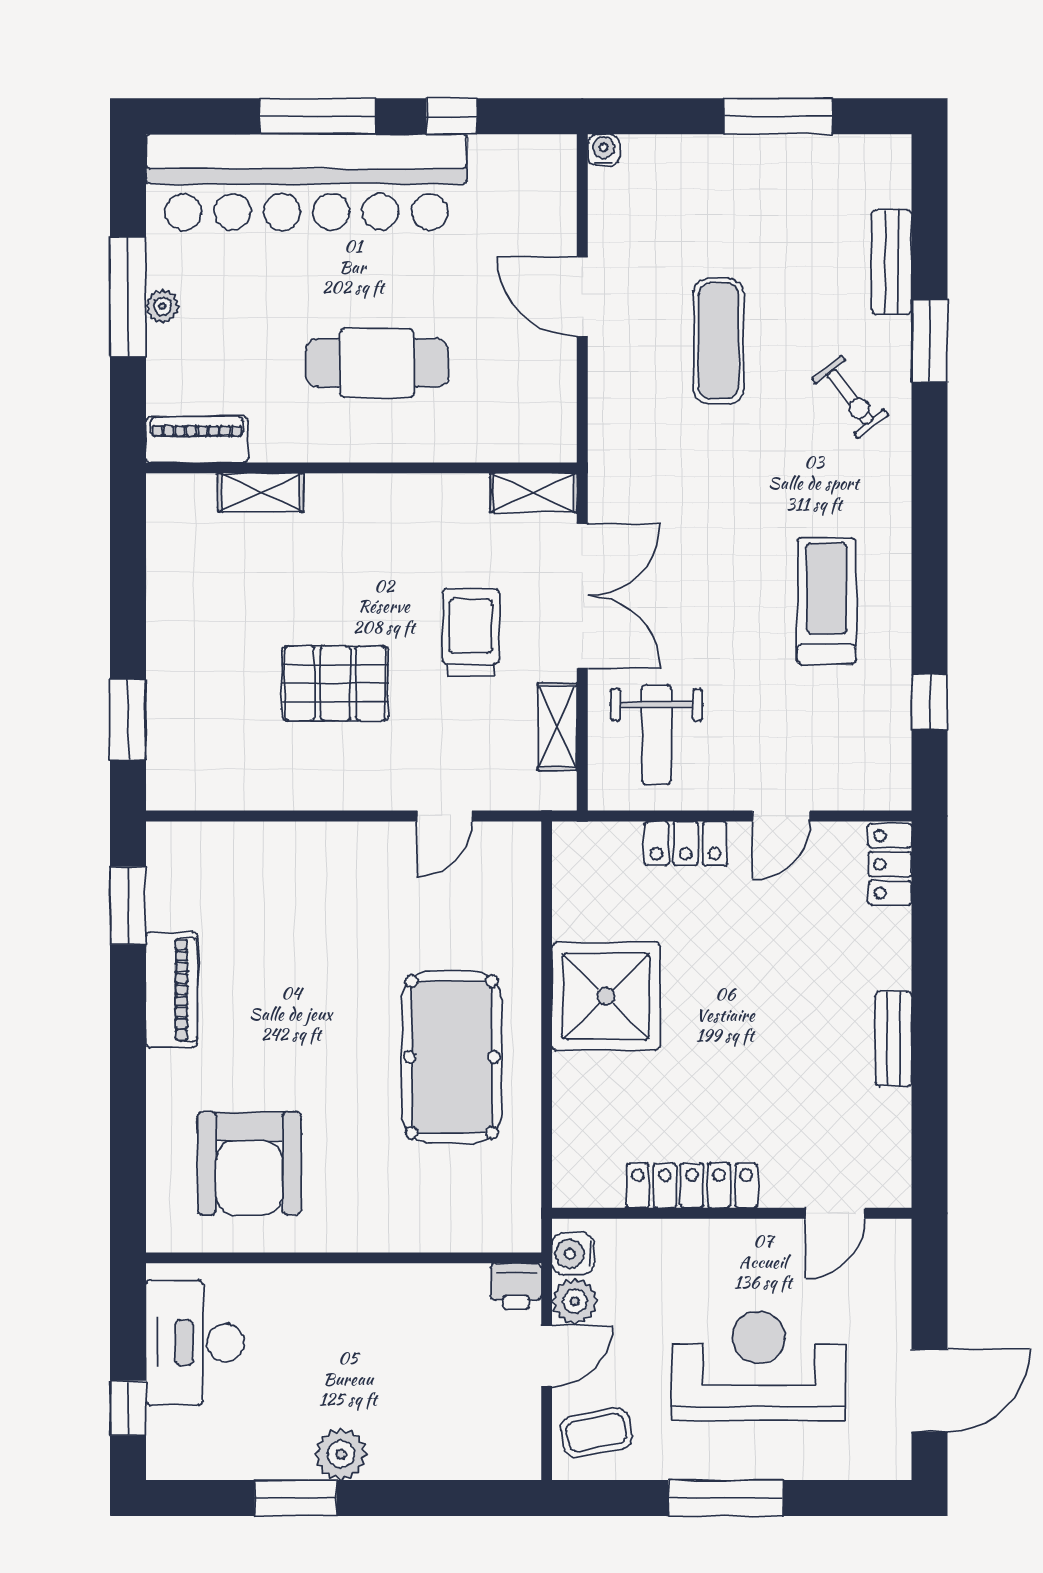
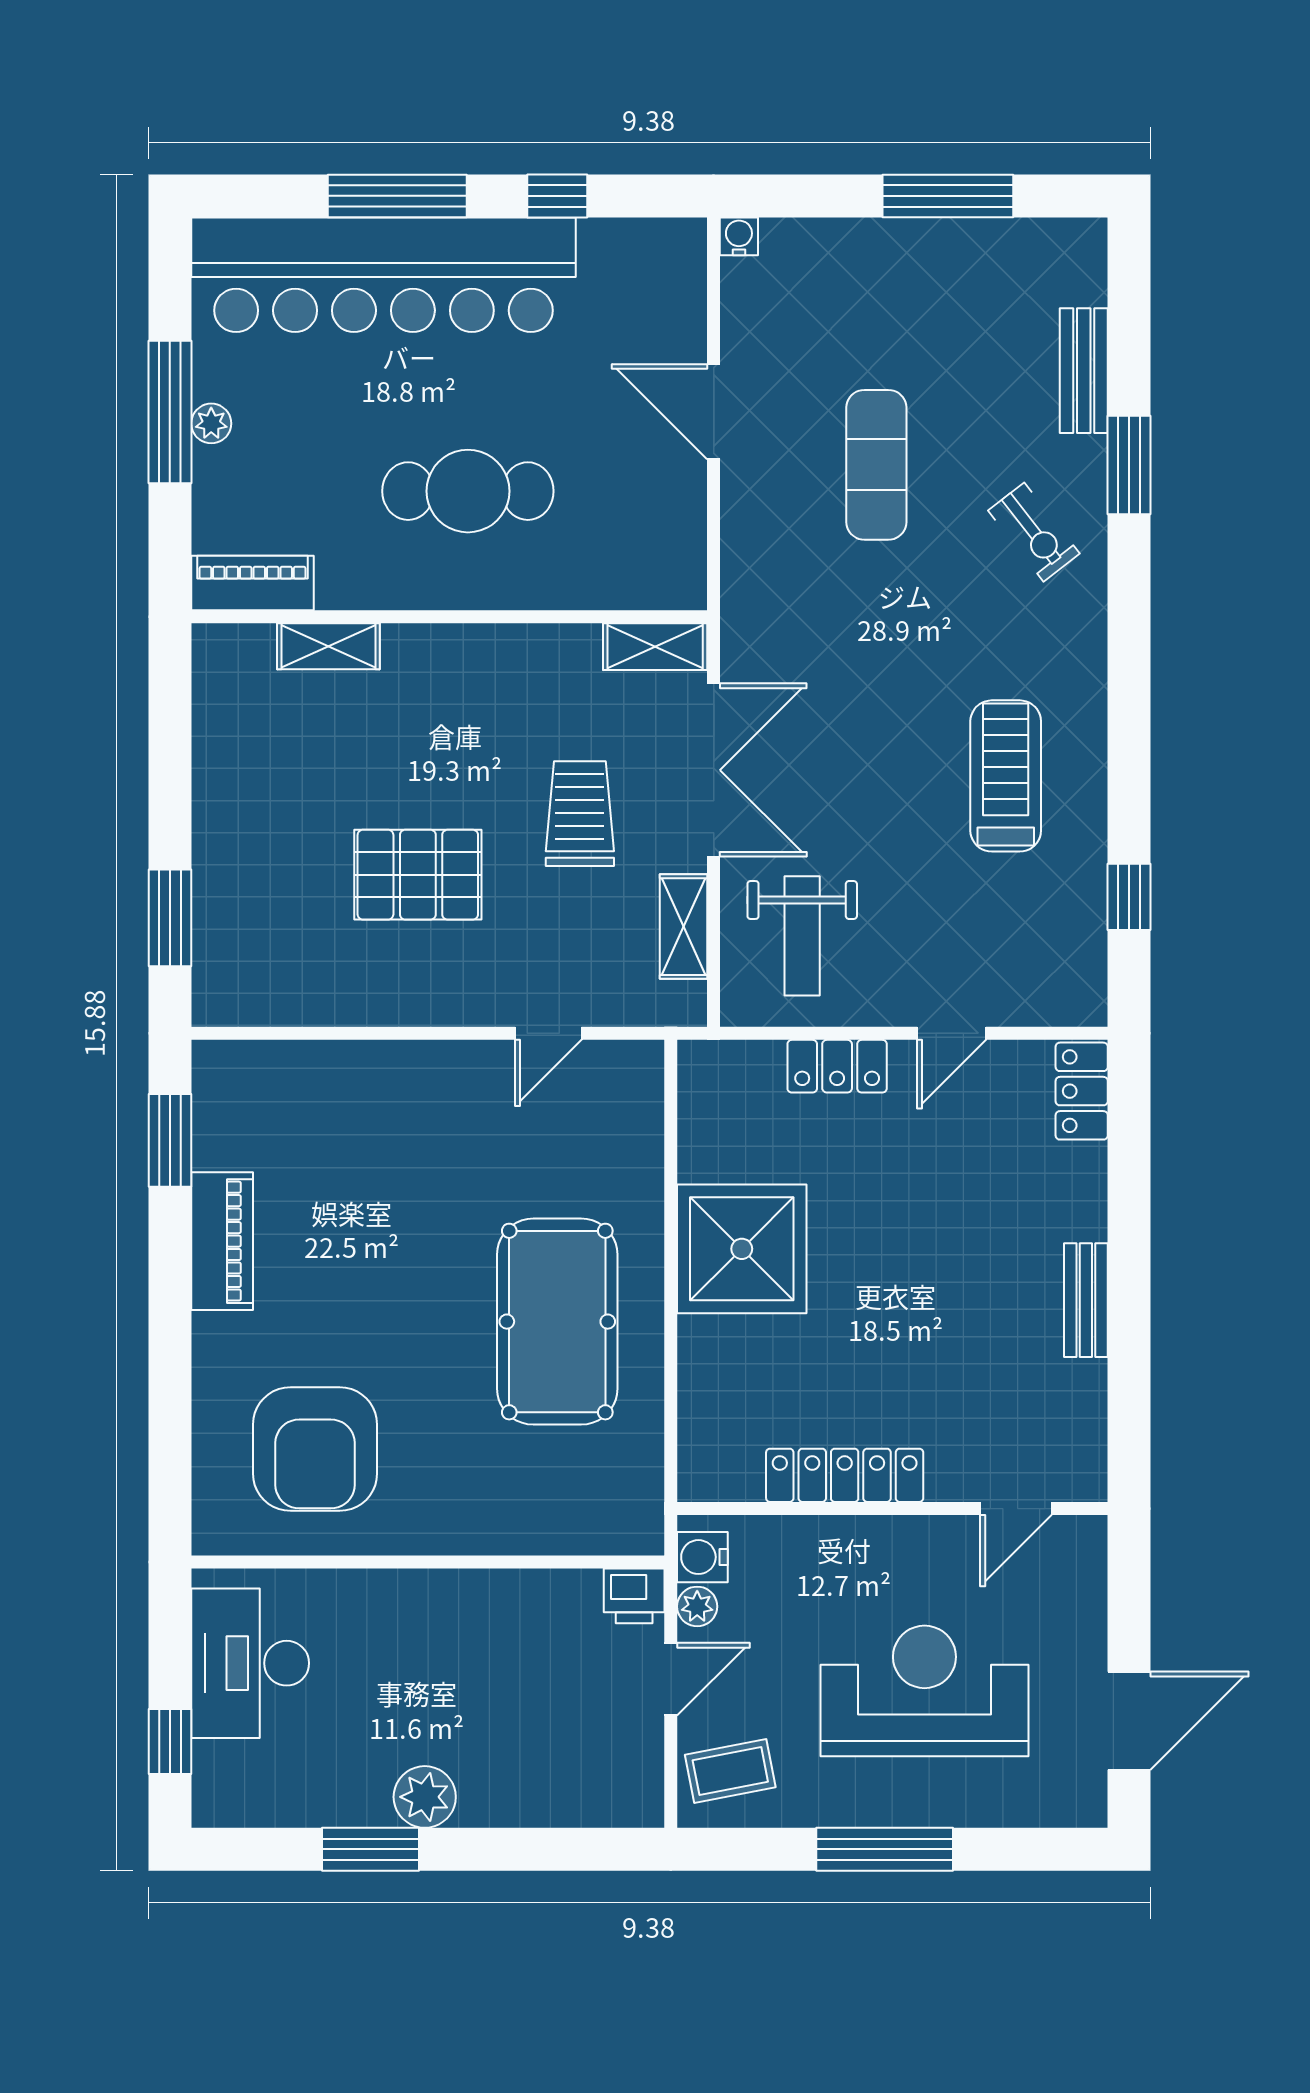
plant: (575, 1301) -> (697, 1606), width x0.73, depth x0.73

